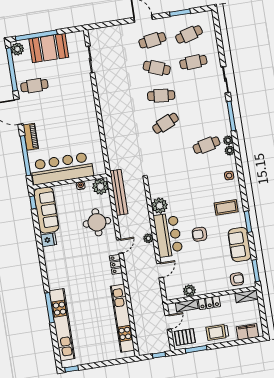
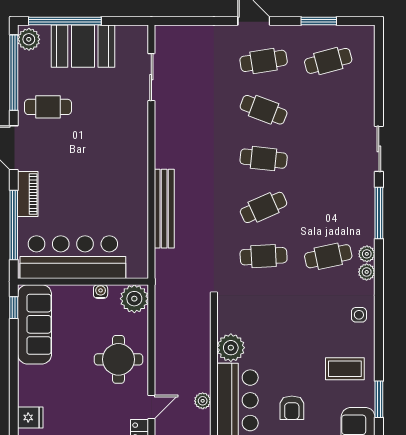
cafe table: (193, 62) -> (264, 256), moved
bench: (119, 192) -> (164, 209), moved
armchair: (200, 234) -> (292, 408), turned -90
fridge: (48, 240) -> (30, 417), moved

